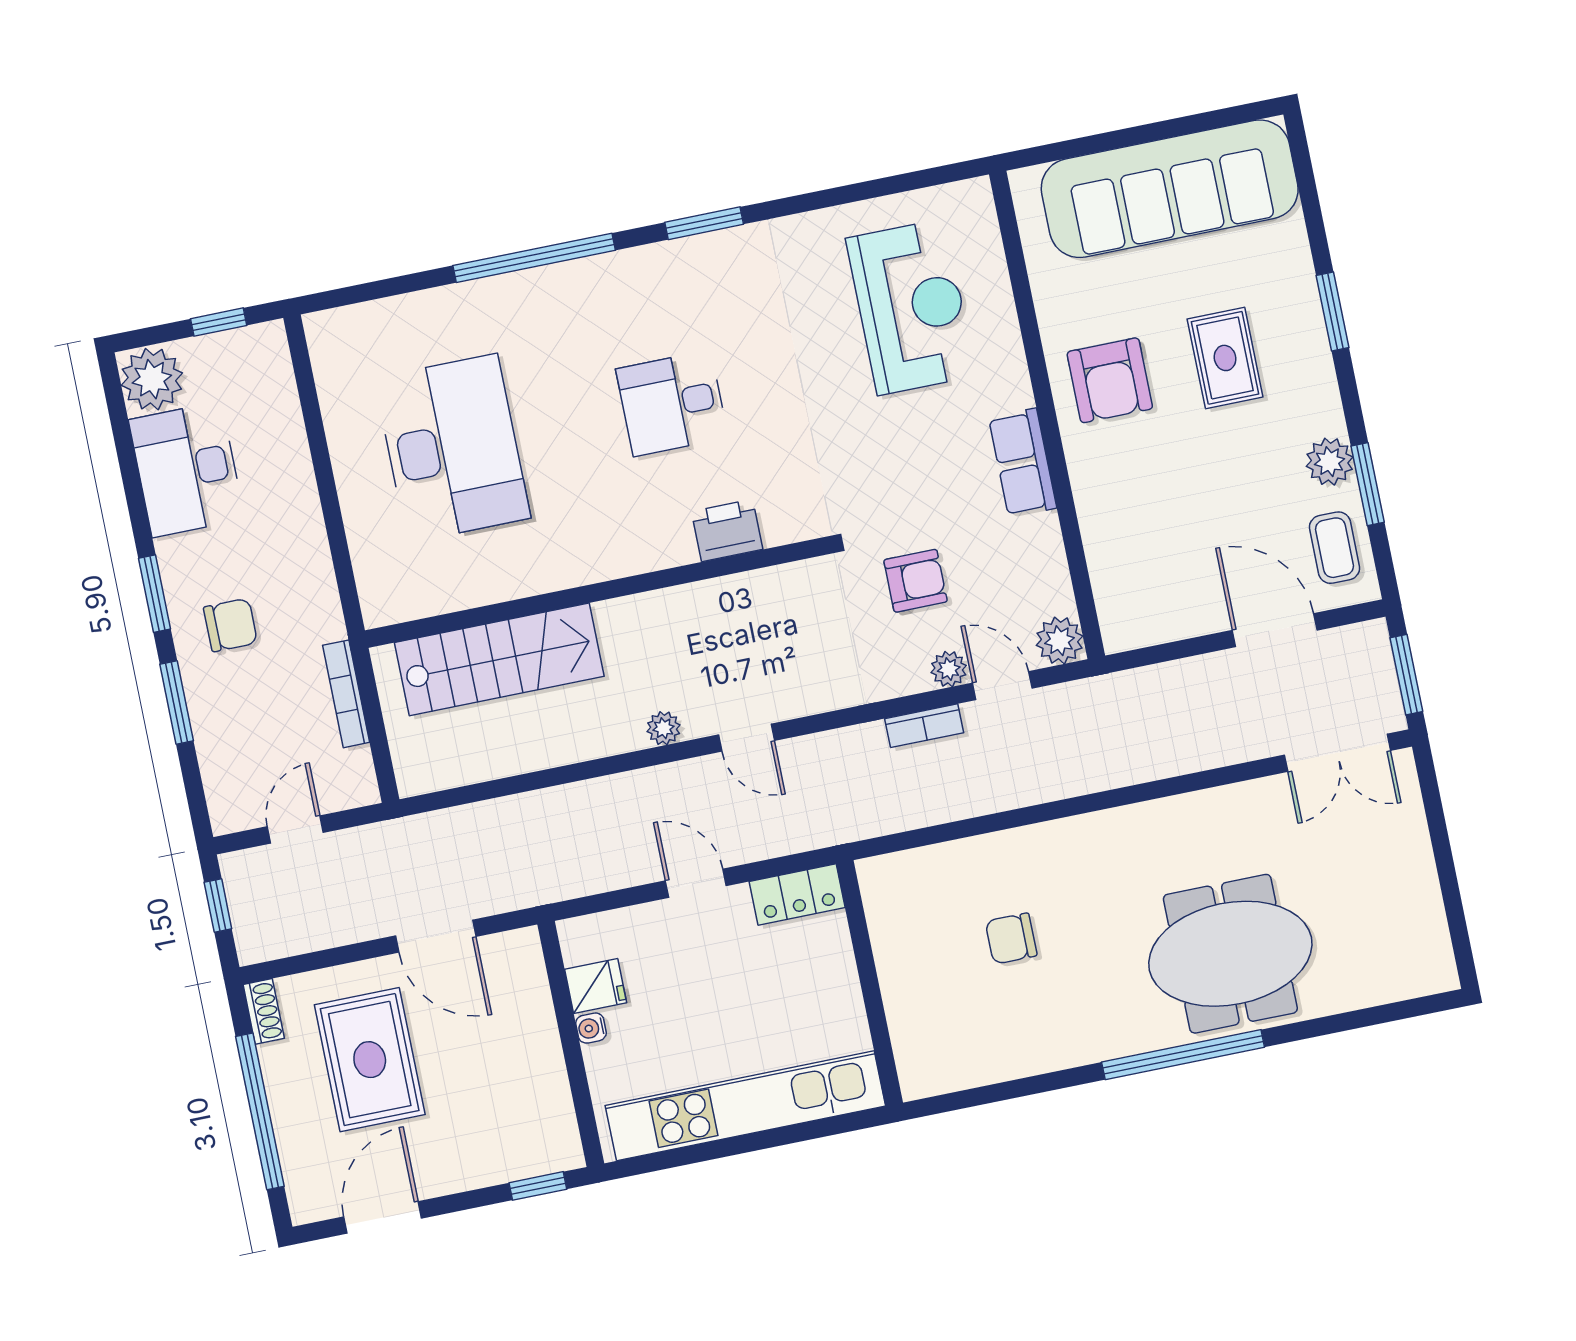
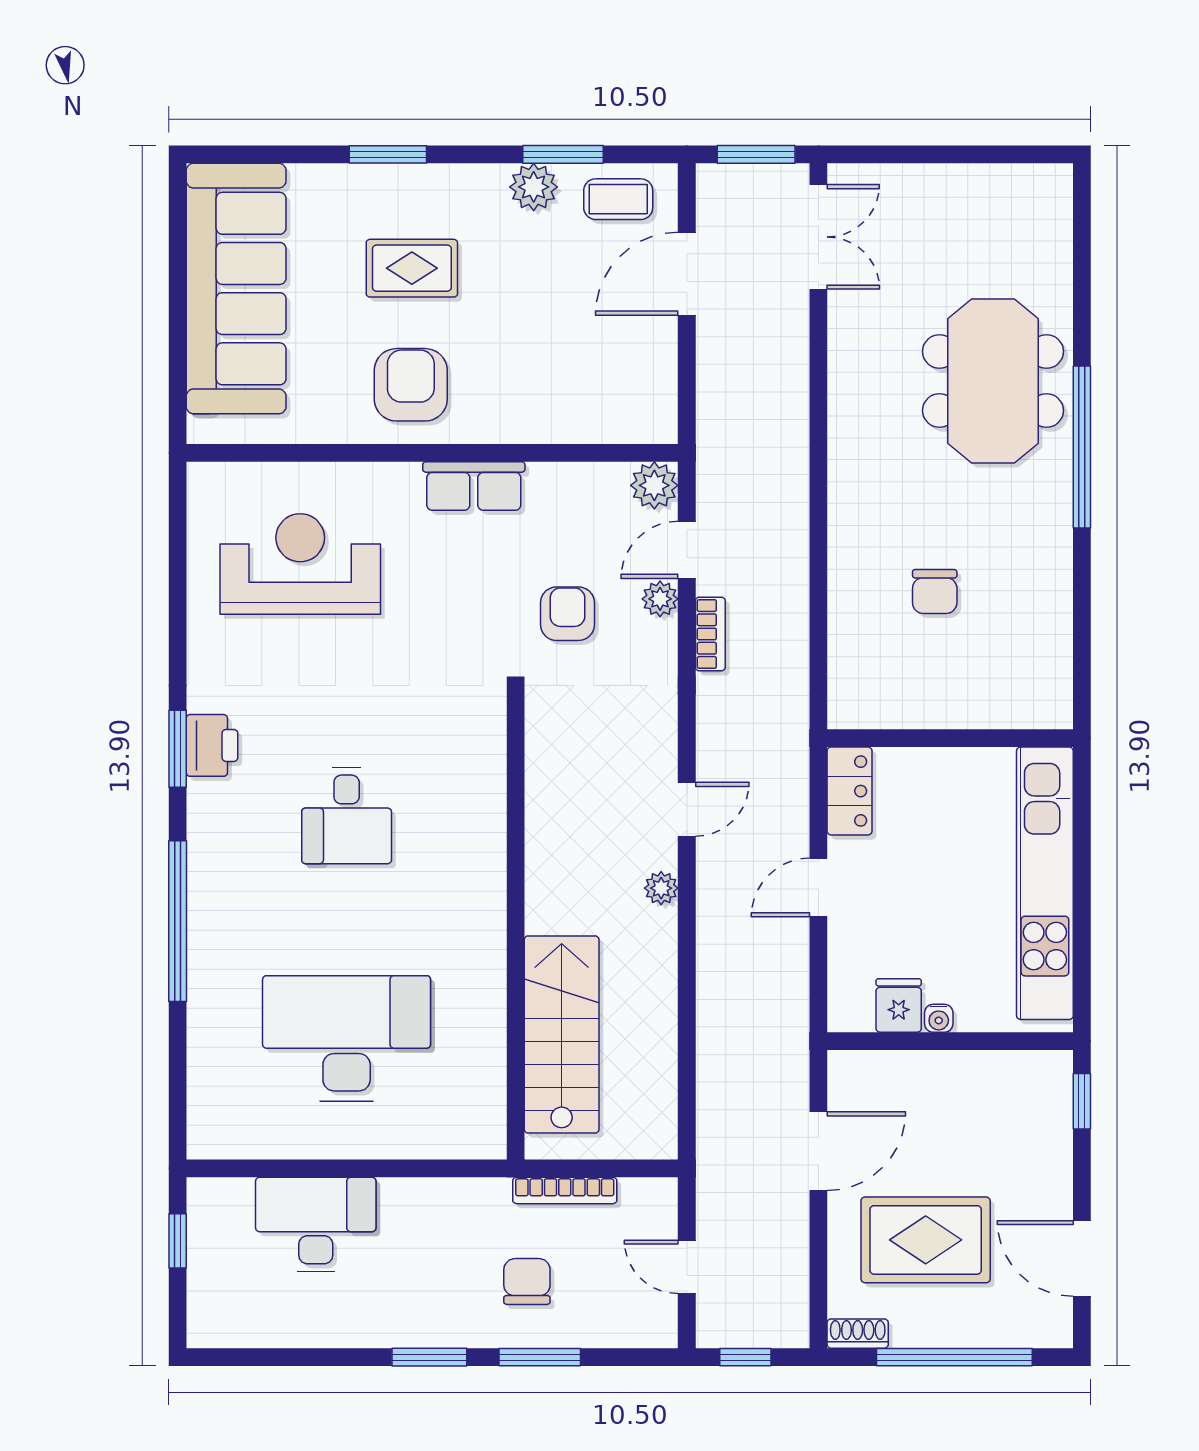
plant: (152, 379) -> (220, 1317), removed
armchair: (1110, 380) -> (411, 385), turned -90
desk: (187, 469) -> (316, 1224), moved, turned 180
printer: (727, 530) -> (212, 745), moved, turned 180
chair: (230, 625) -> (527, 1281), moved

